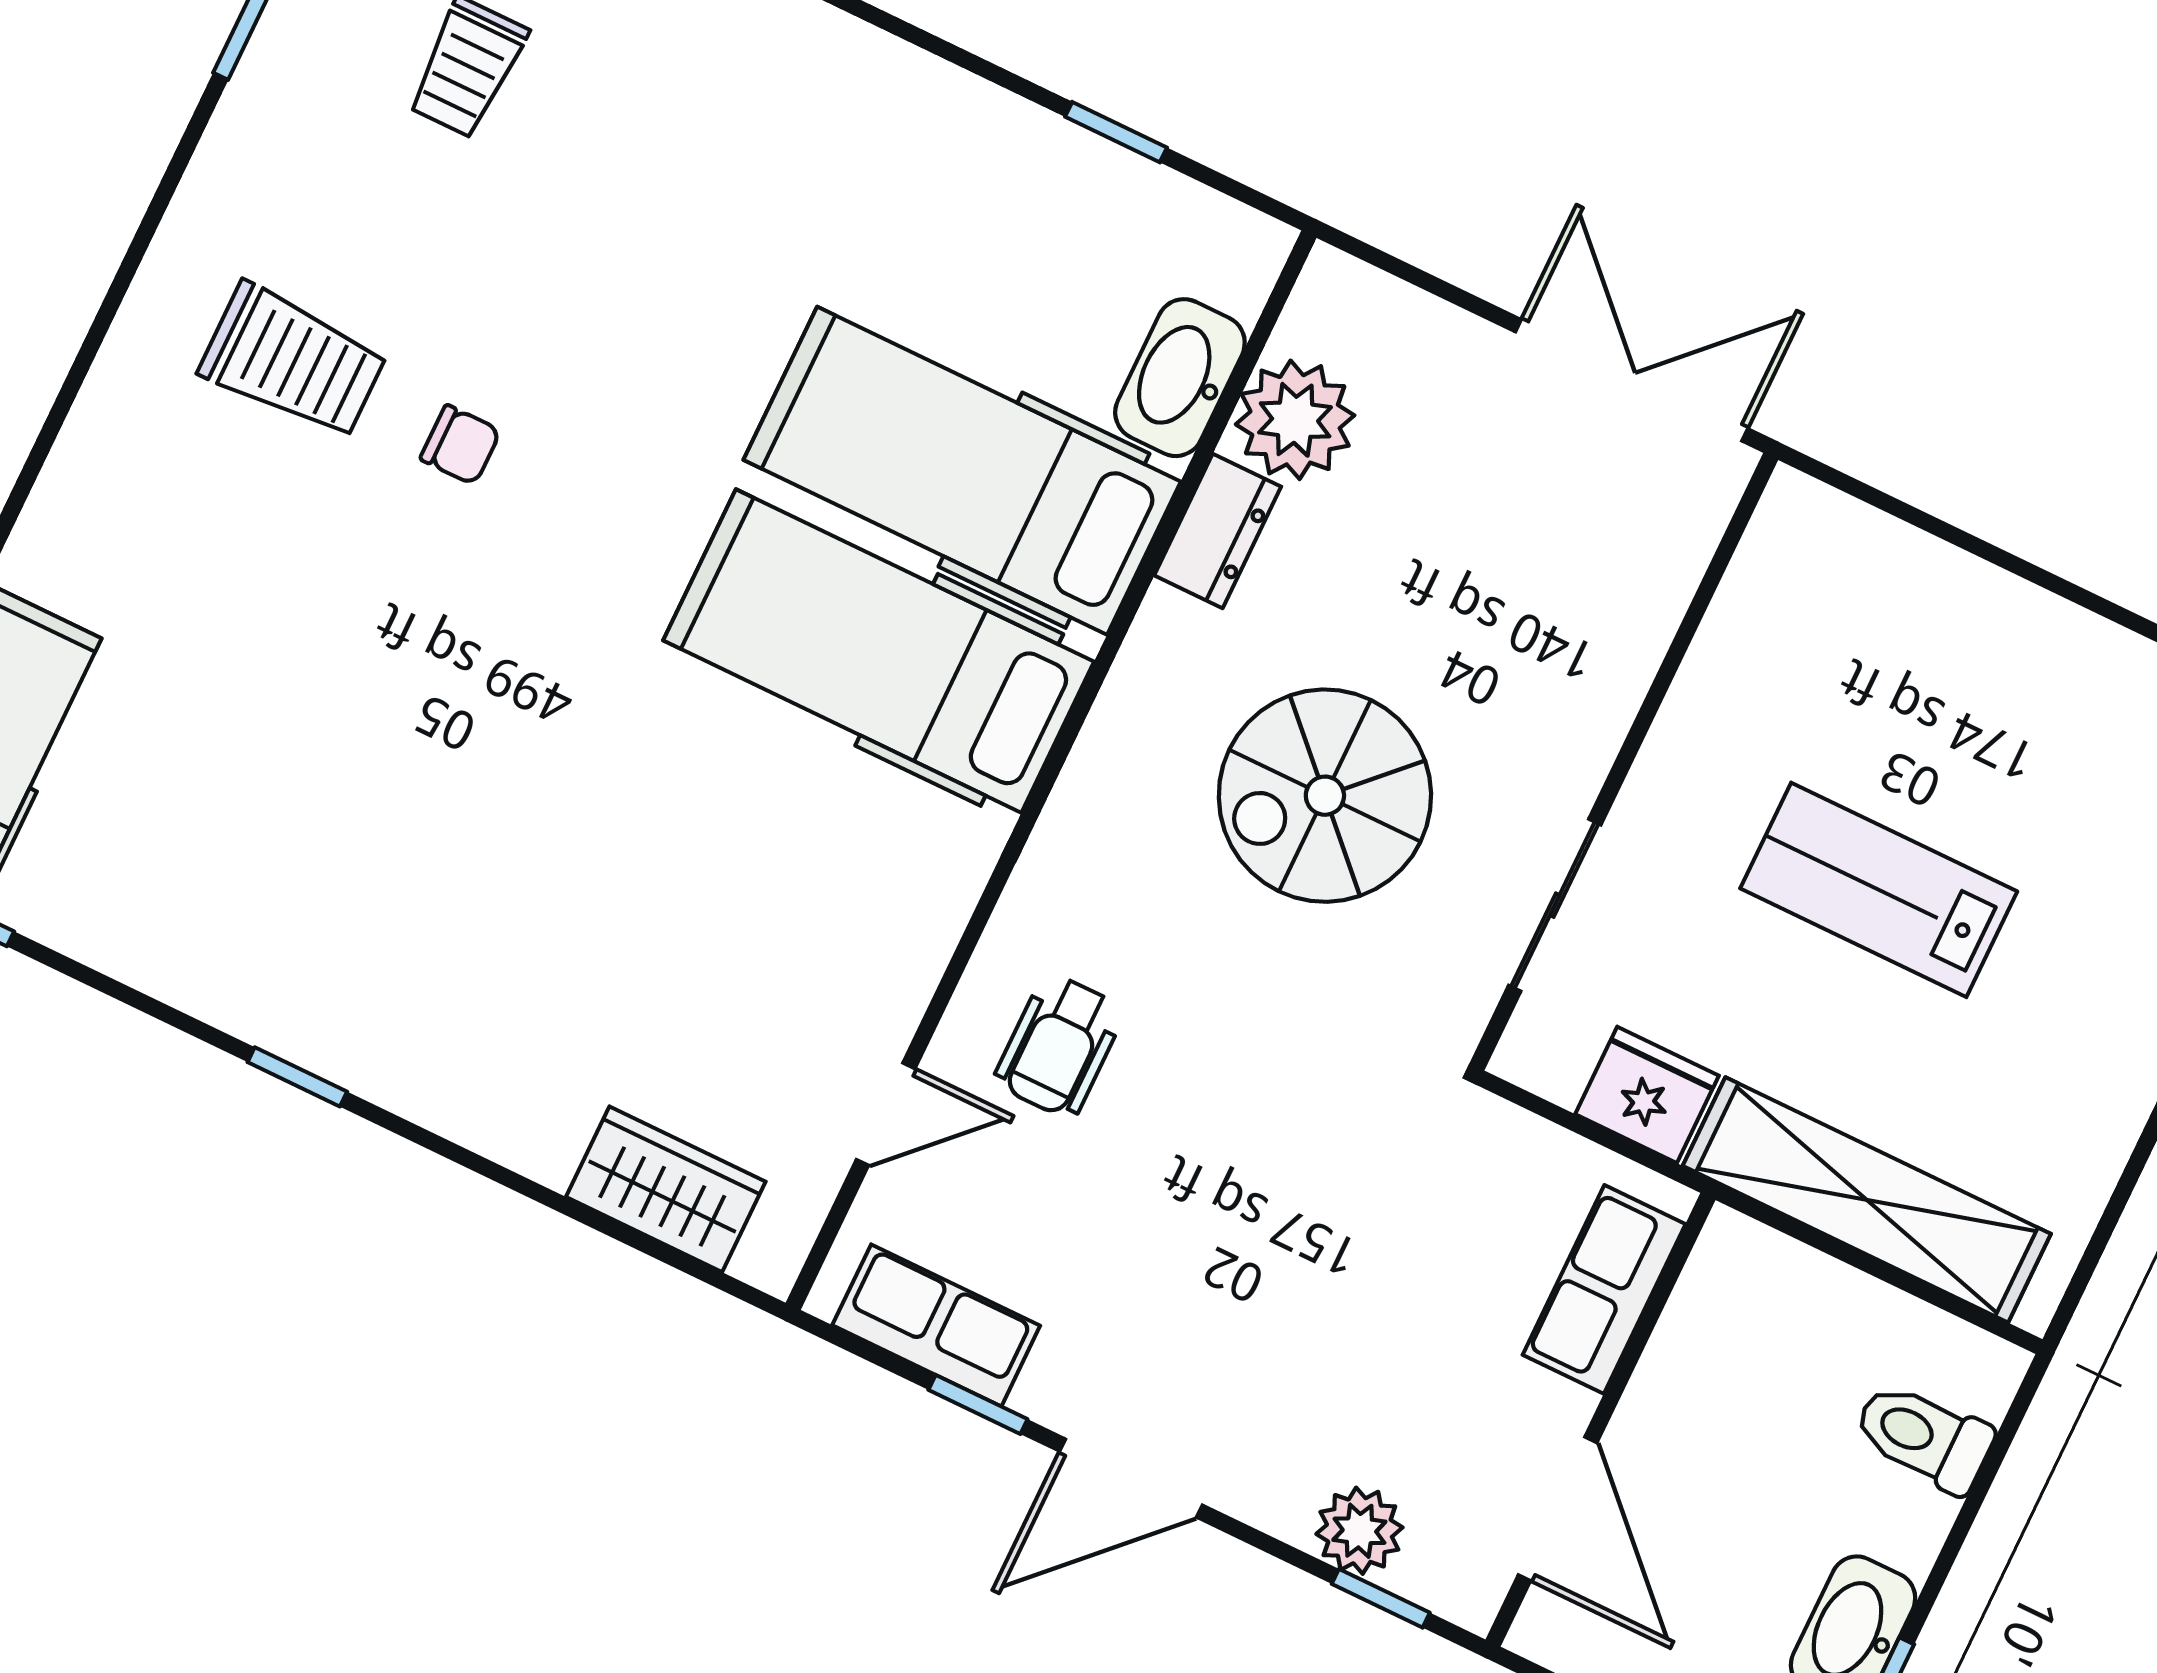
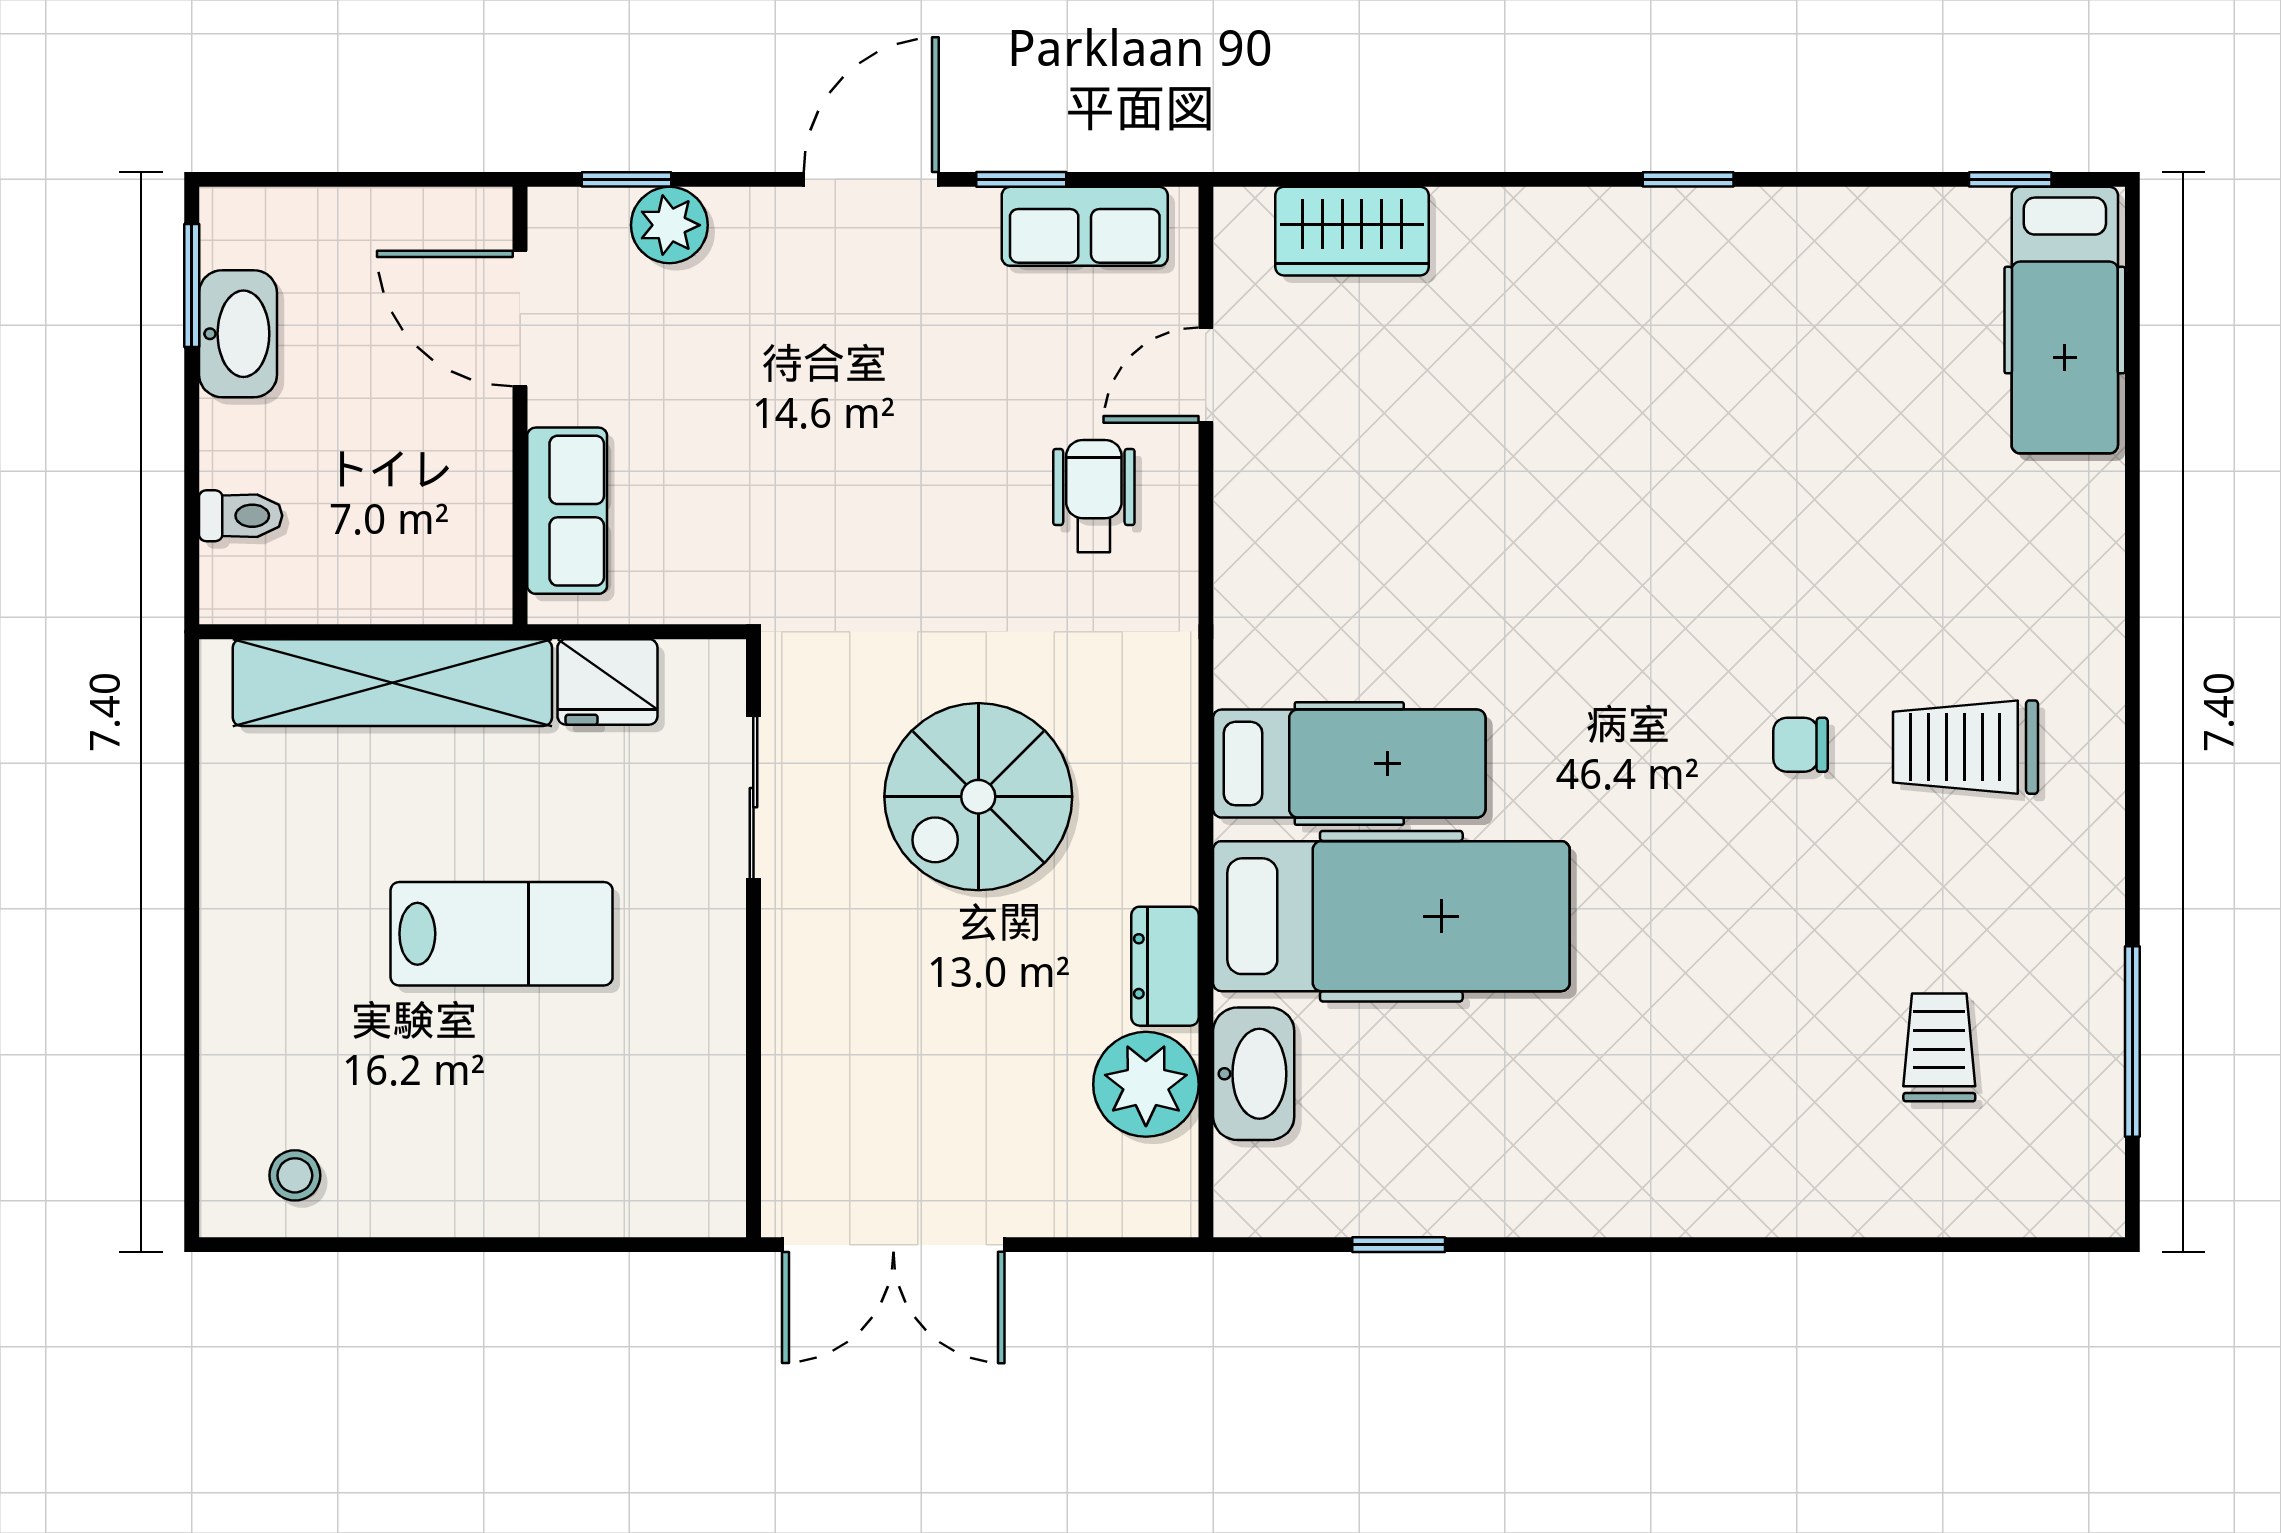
hospital bed: (879, 651) -> (1349, 764), width x0.73, depth x0.78
spiral stairs: (1325, 796) -> (978, 797), turned 180
toilet: (1923, 1437) -> (241, 516), width x0.73, depth x0.72

